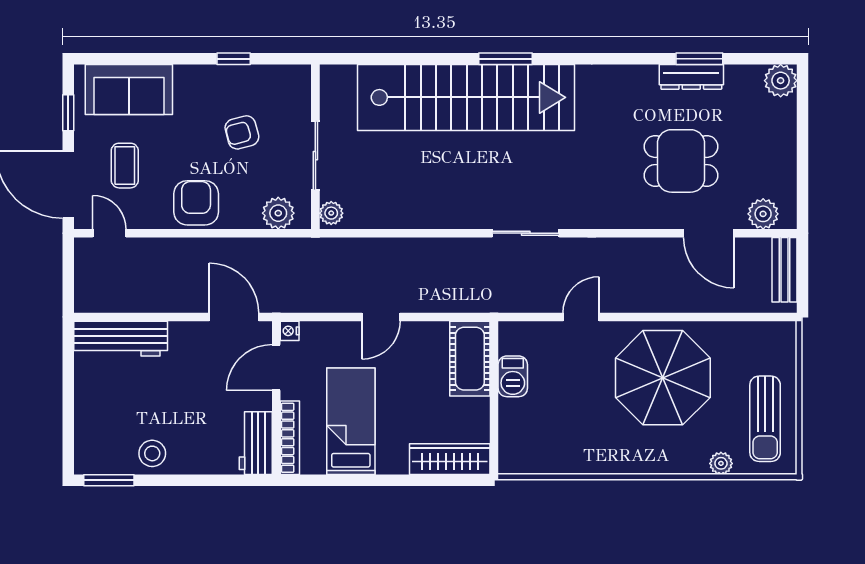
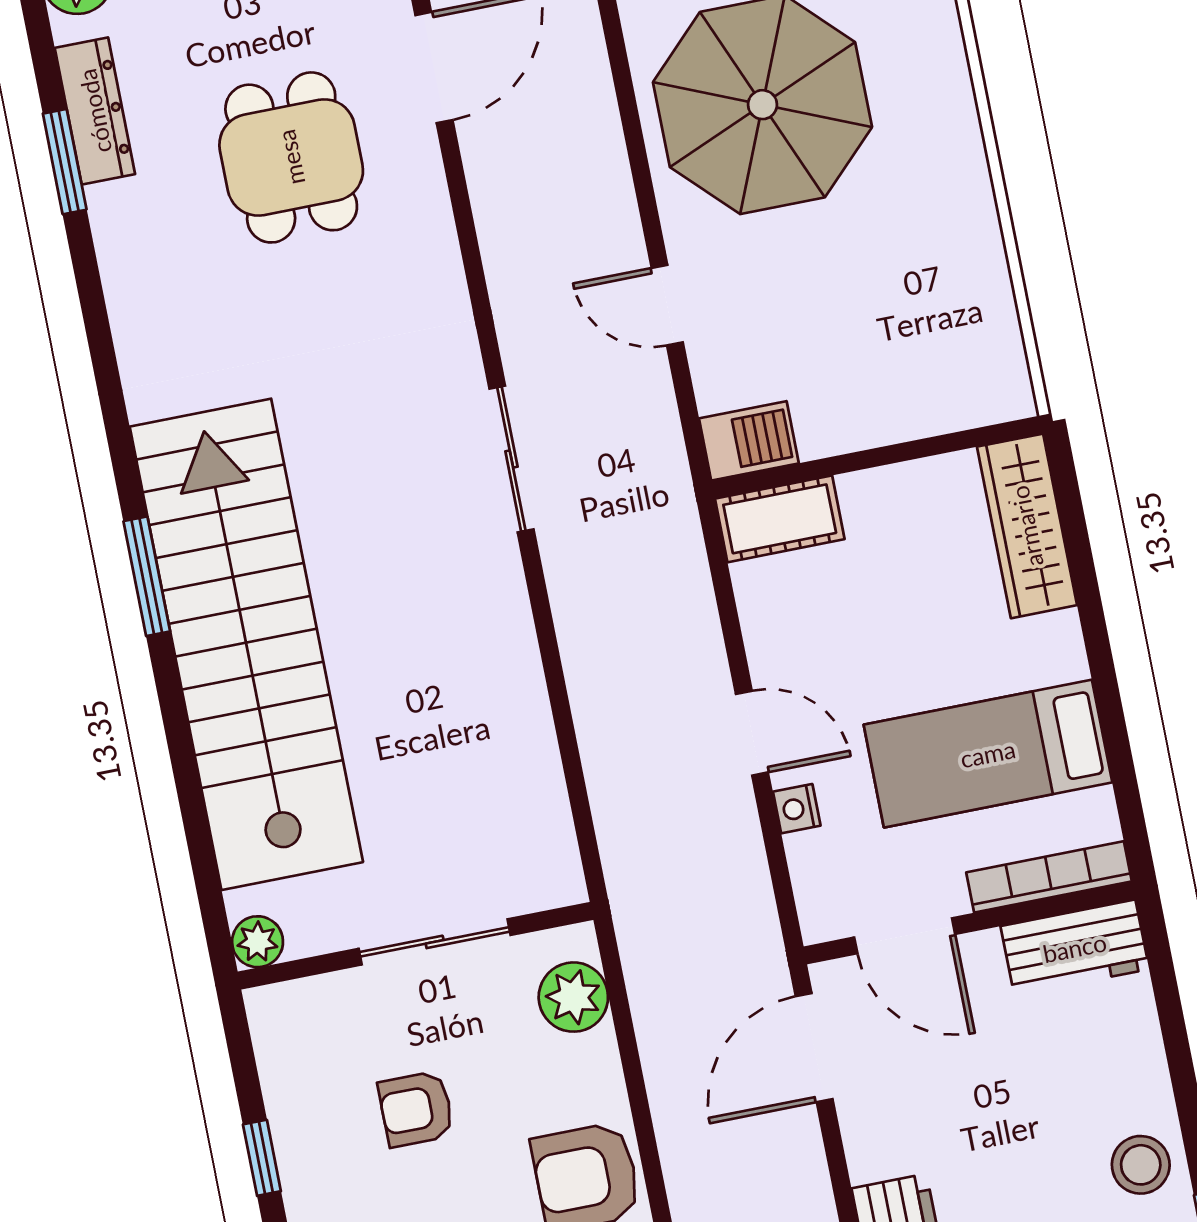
dresser: (691, 77) -> (95, 111), moved
armchair: (242, 132) -> (416, 1109), turned 105
plant: (331, 213) -> (258, 942), moved
nightstand: (290, 331) -> (797, 809), moved, turned 90
cot: (470, 359) -> (780, 519), width x0.73, depth x0.75
barbecue: (513, 376) -> (749, 441), moved

